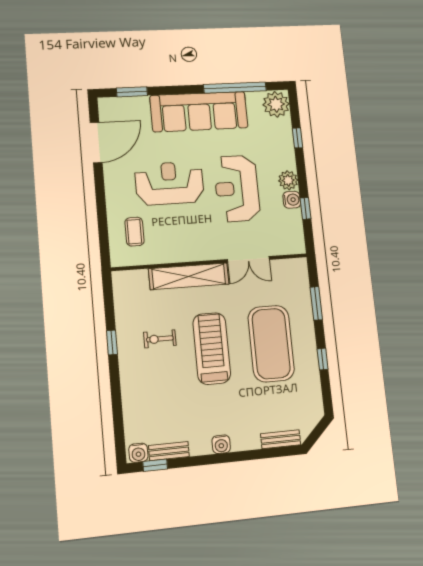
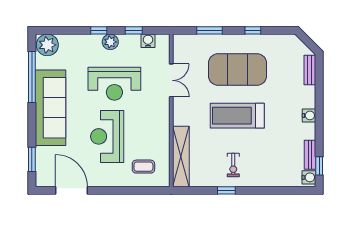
window: (297, 138) -> (99, 30), moved
water cooler: (292, 200) -> (148, 41), moved
shelving: (189, 276) -> (181, 156), moved
exercise bike: (160, 339) -> (233, 165), moved

